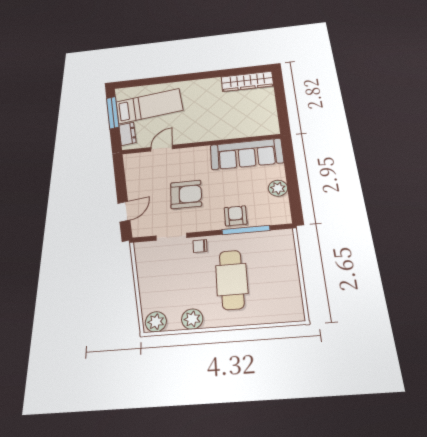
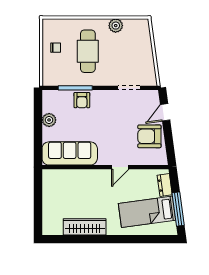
wardrobe: (247, 81) -> (85, 227), moved
door: (162, 148) -> (120, 167), moved
armchair: (186, 194) -> (149, 136), moved
chair: (200, 246) -> (56, 48), moved
plant: (156, 322) -> (140, 26), removed

